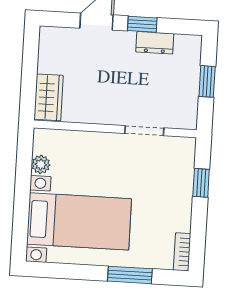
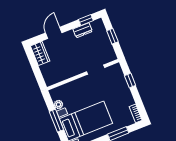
window: (142, 24) -> (86, 20), moved
wardrobe: (49, 97) -> (40, 53), moved
window: (22, 194) -> (56, 121), added

